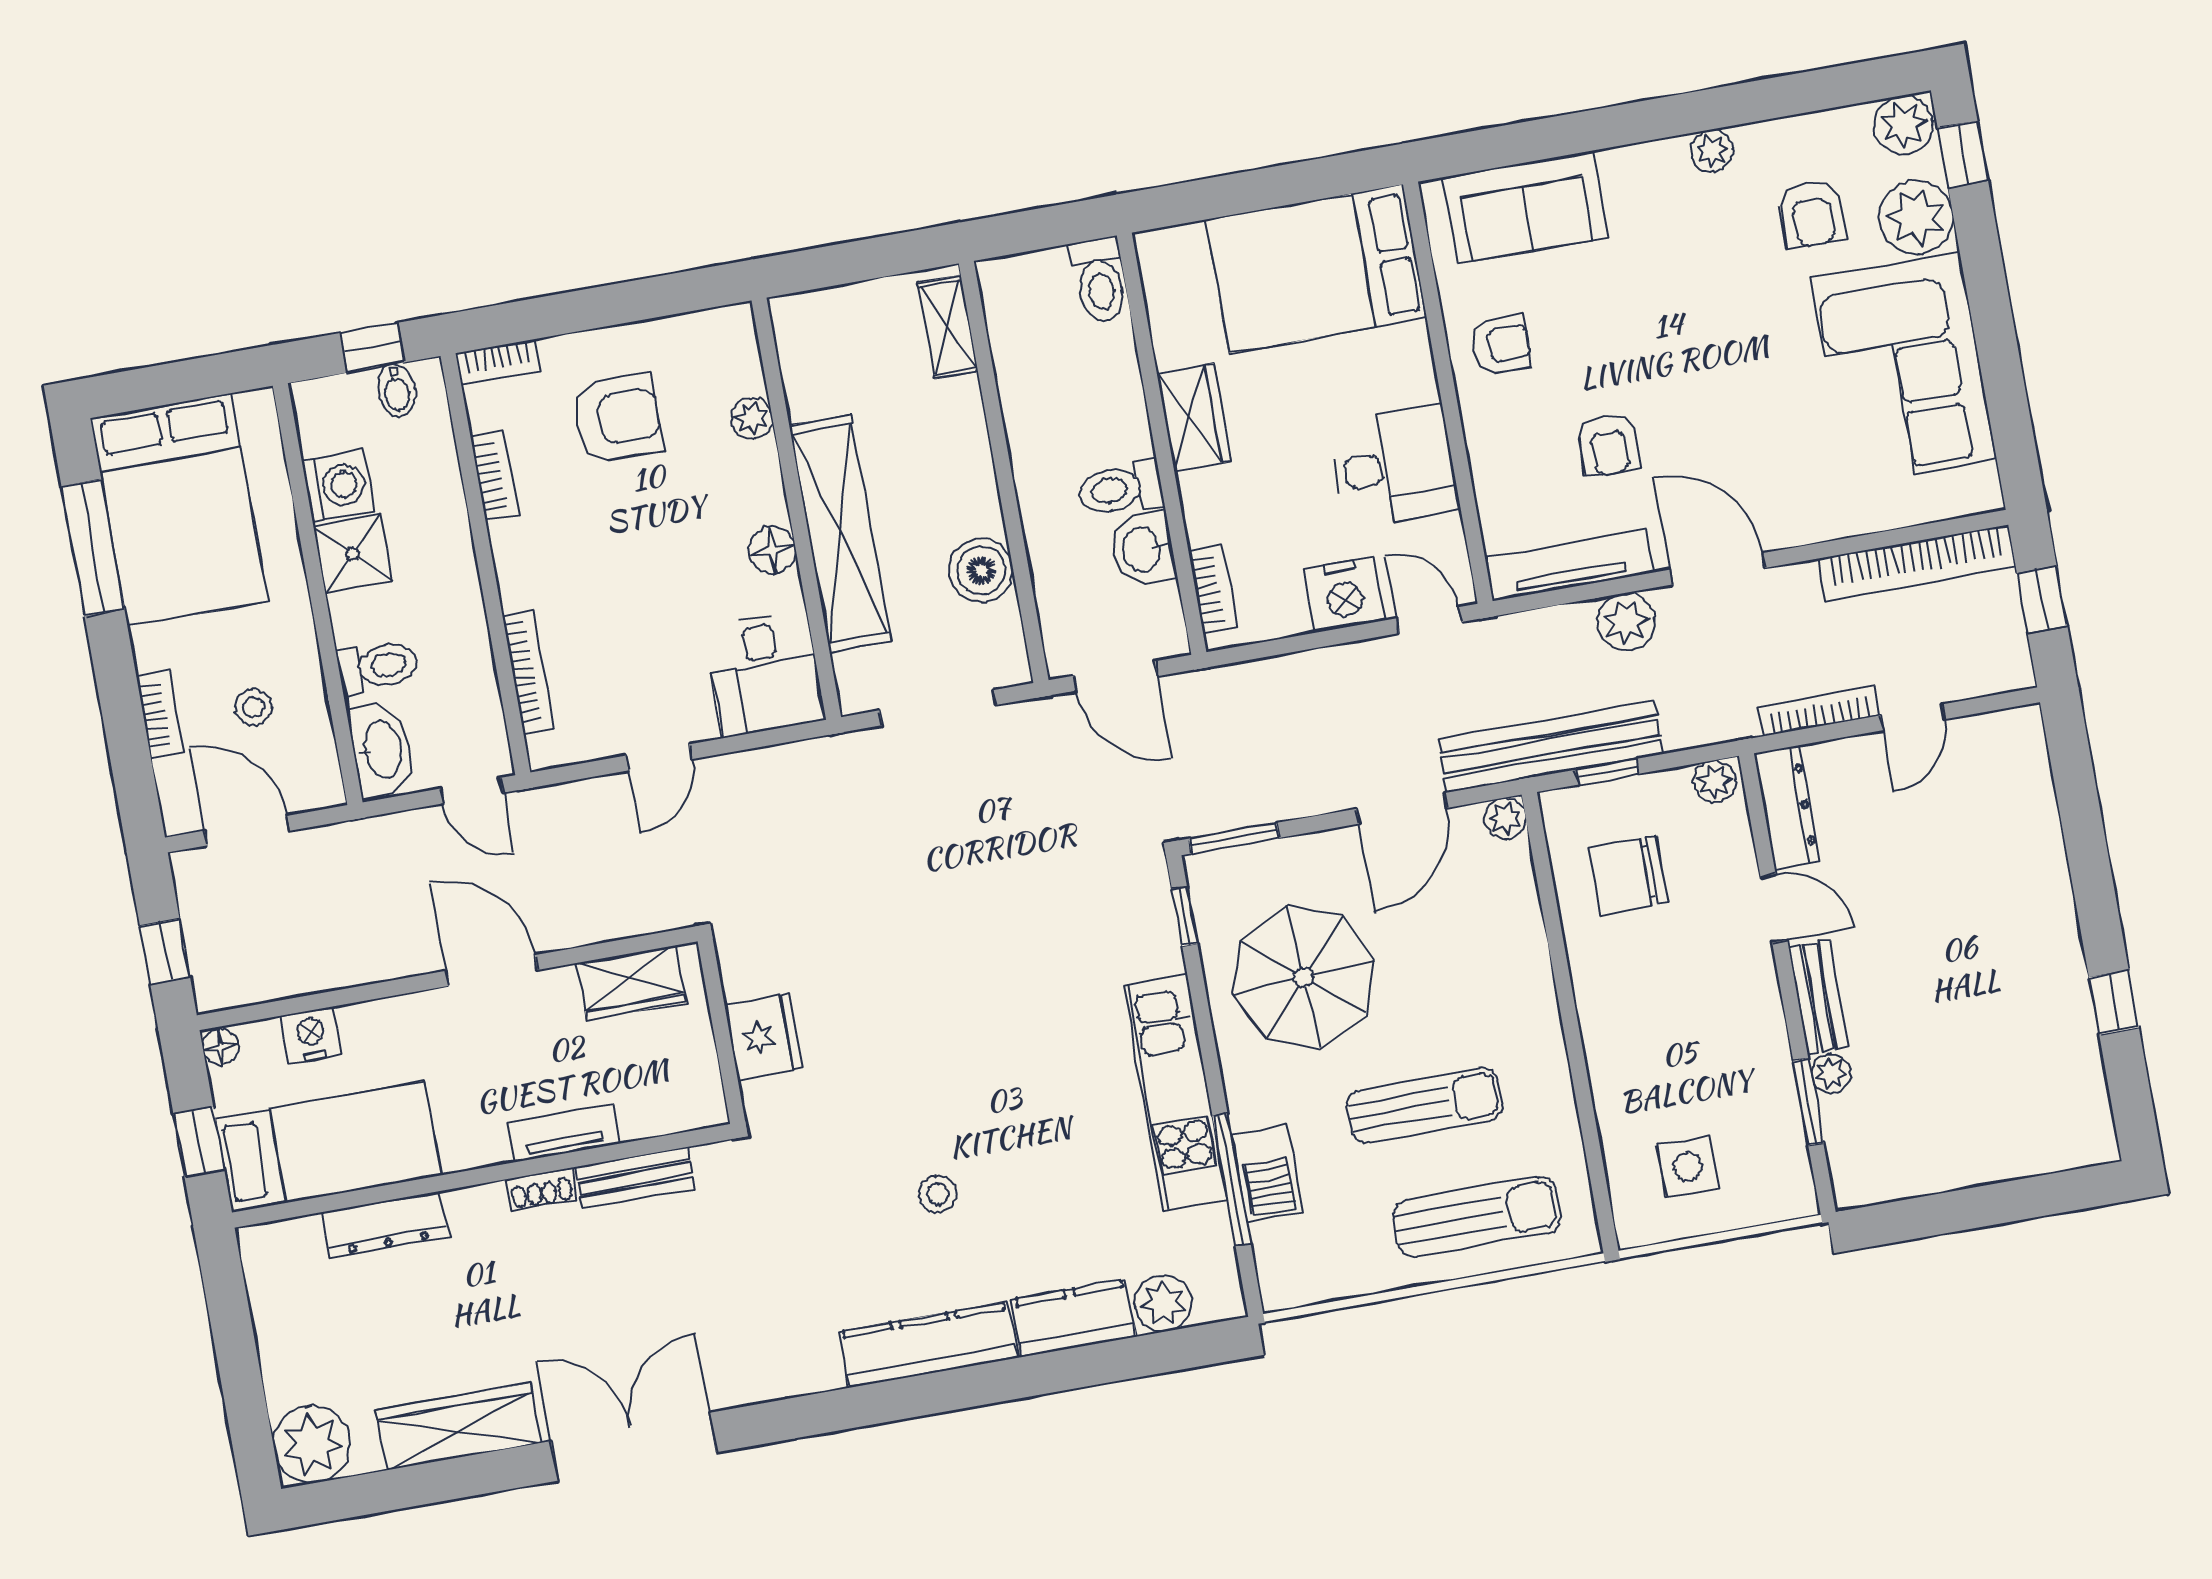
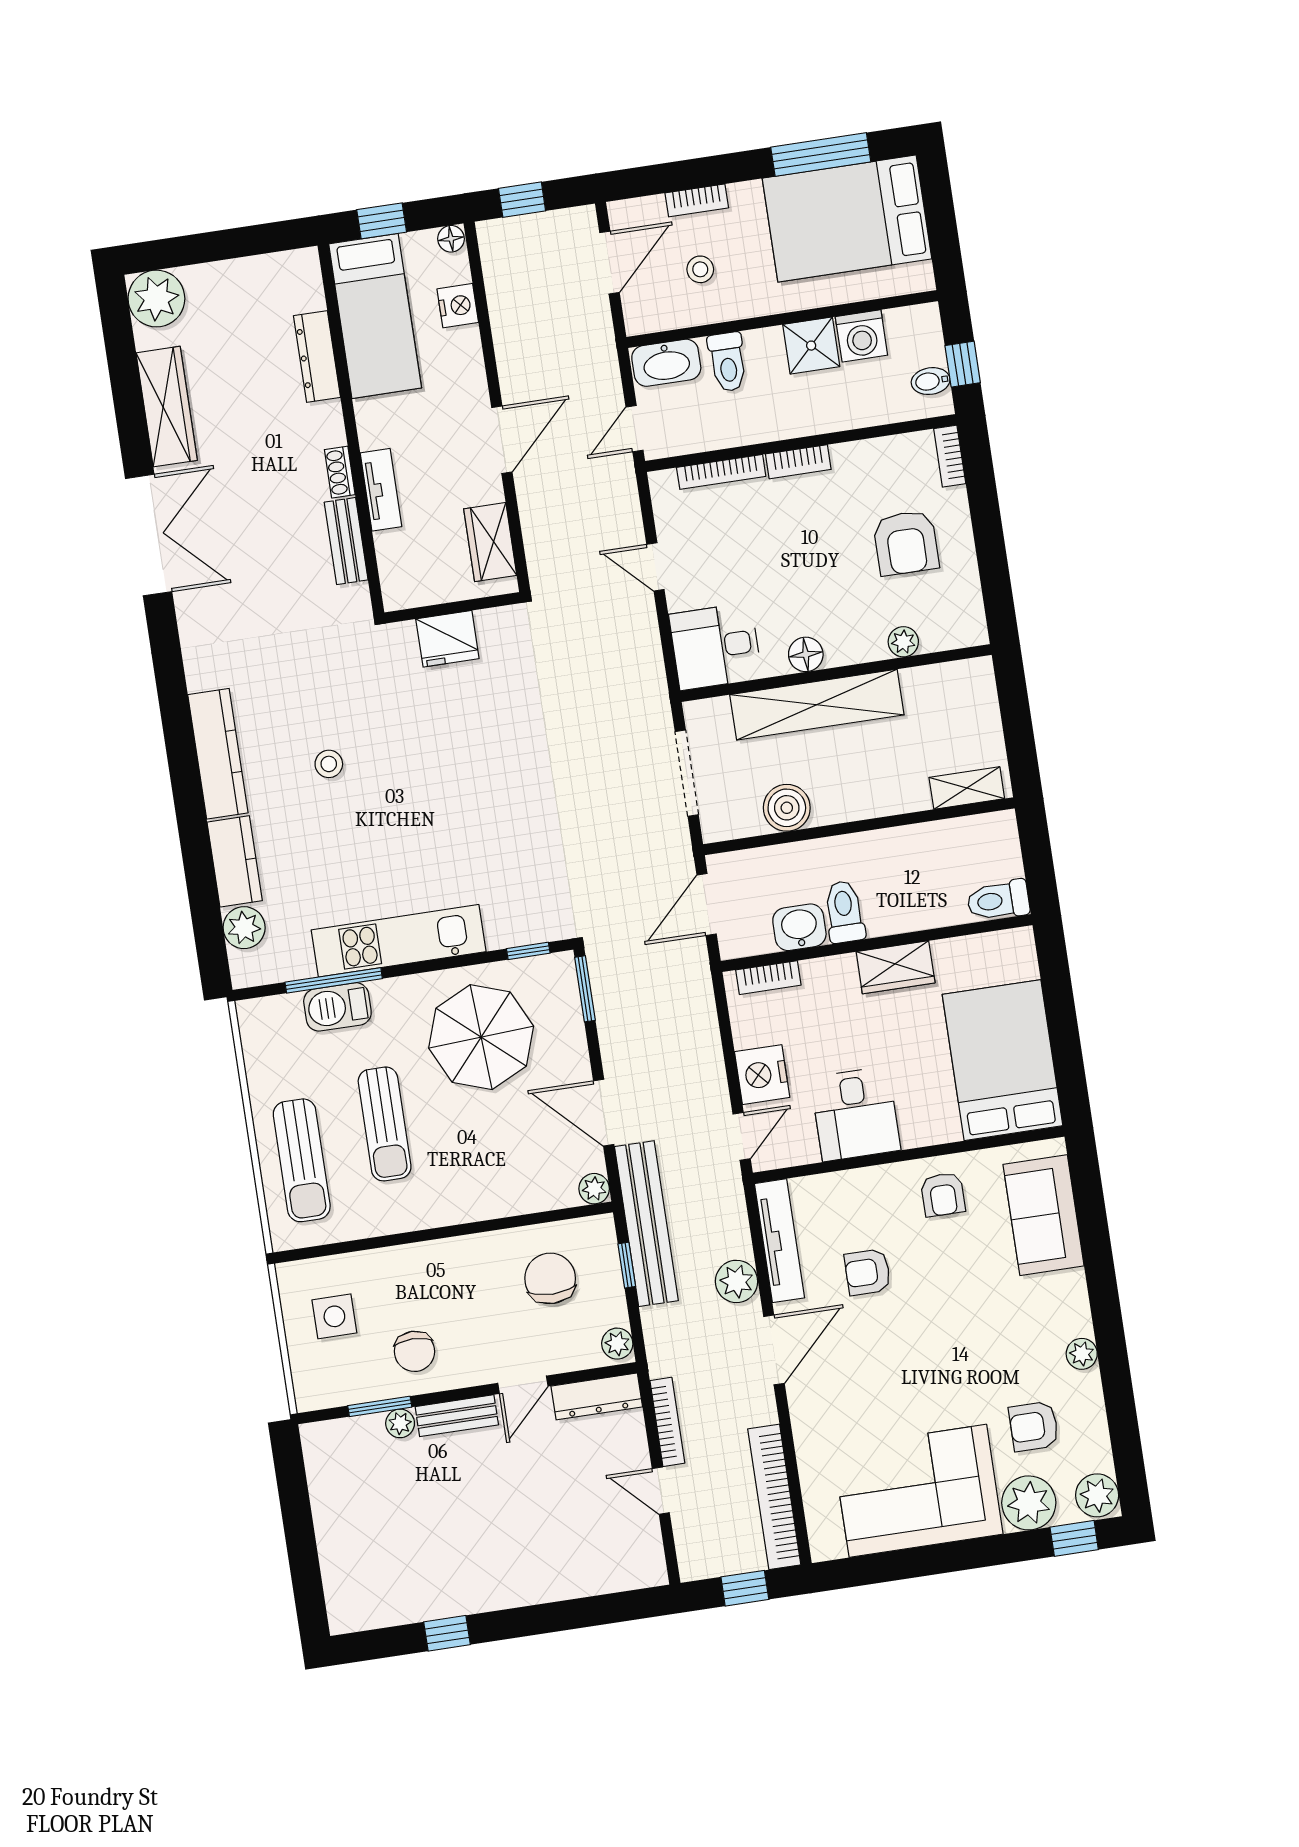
bookcase: (495, 476) -> (798, 462), moved
chair: (1732, 1057) -> (414, 1351), added

